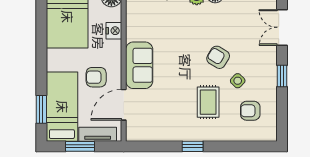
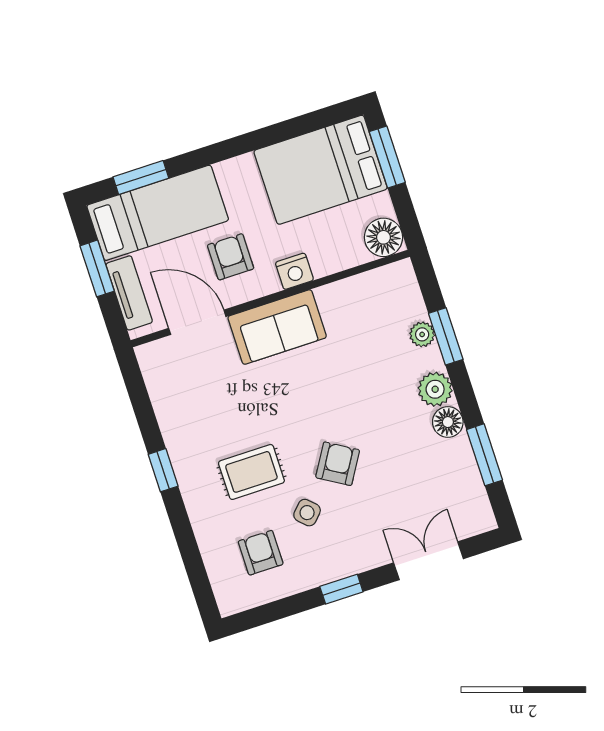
nightstand: (114, 31) -> (294, 271), moved

